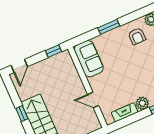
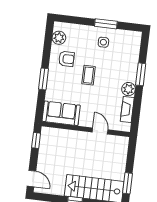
coffee table: (134, 63) -> (89, 75), added
door: (93, 100) -> (100, 131), swing flipped

